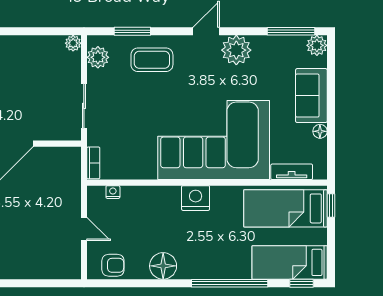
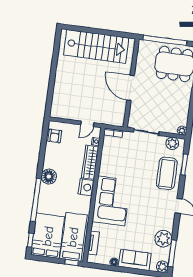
plant: (236, 50) -> (163, 239), moved
coffee table: (152, 60) -> (167, 173), width x1.36, depth x1.32
corner sofa: (214, 140) -> (111, 201), width x0.73, depth x0.74
wardrobe: (151, 197) -> (90, 162), added
door: (84, 229) -> (87, 124), moved
bed: (290, 262) -> (48, 236), width x1.50
floor lamp: (163, 266) -> (49, 176), moved

